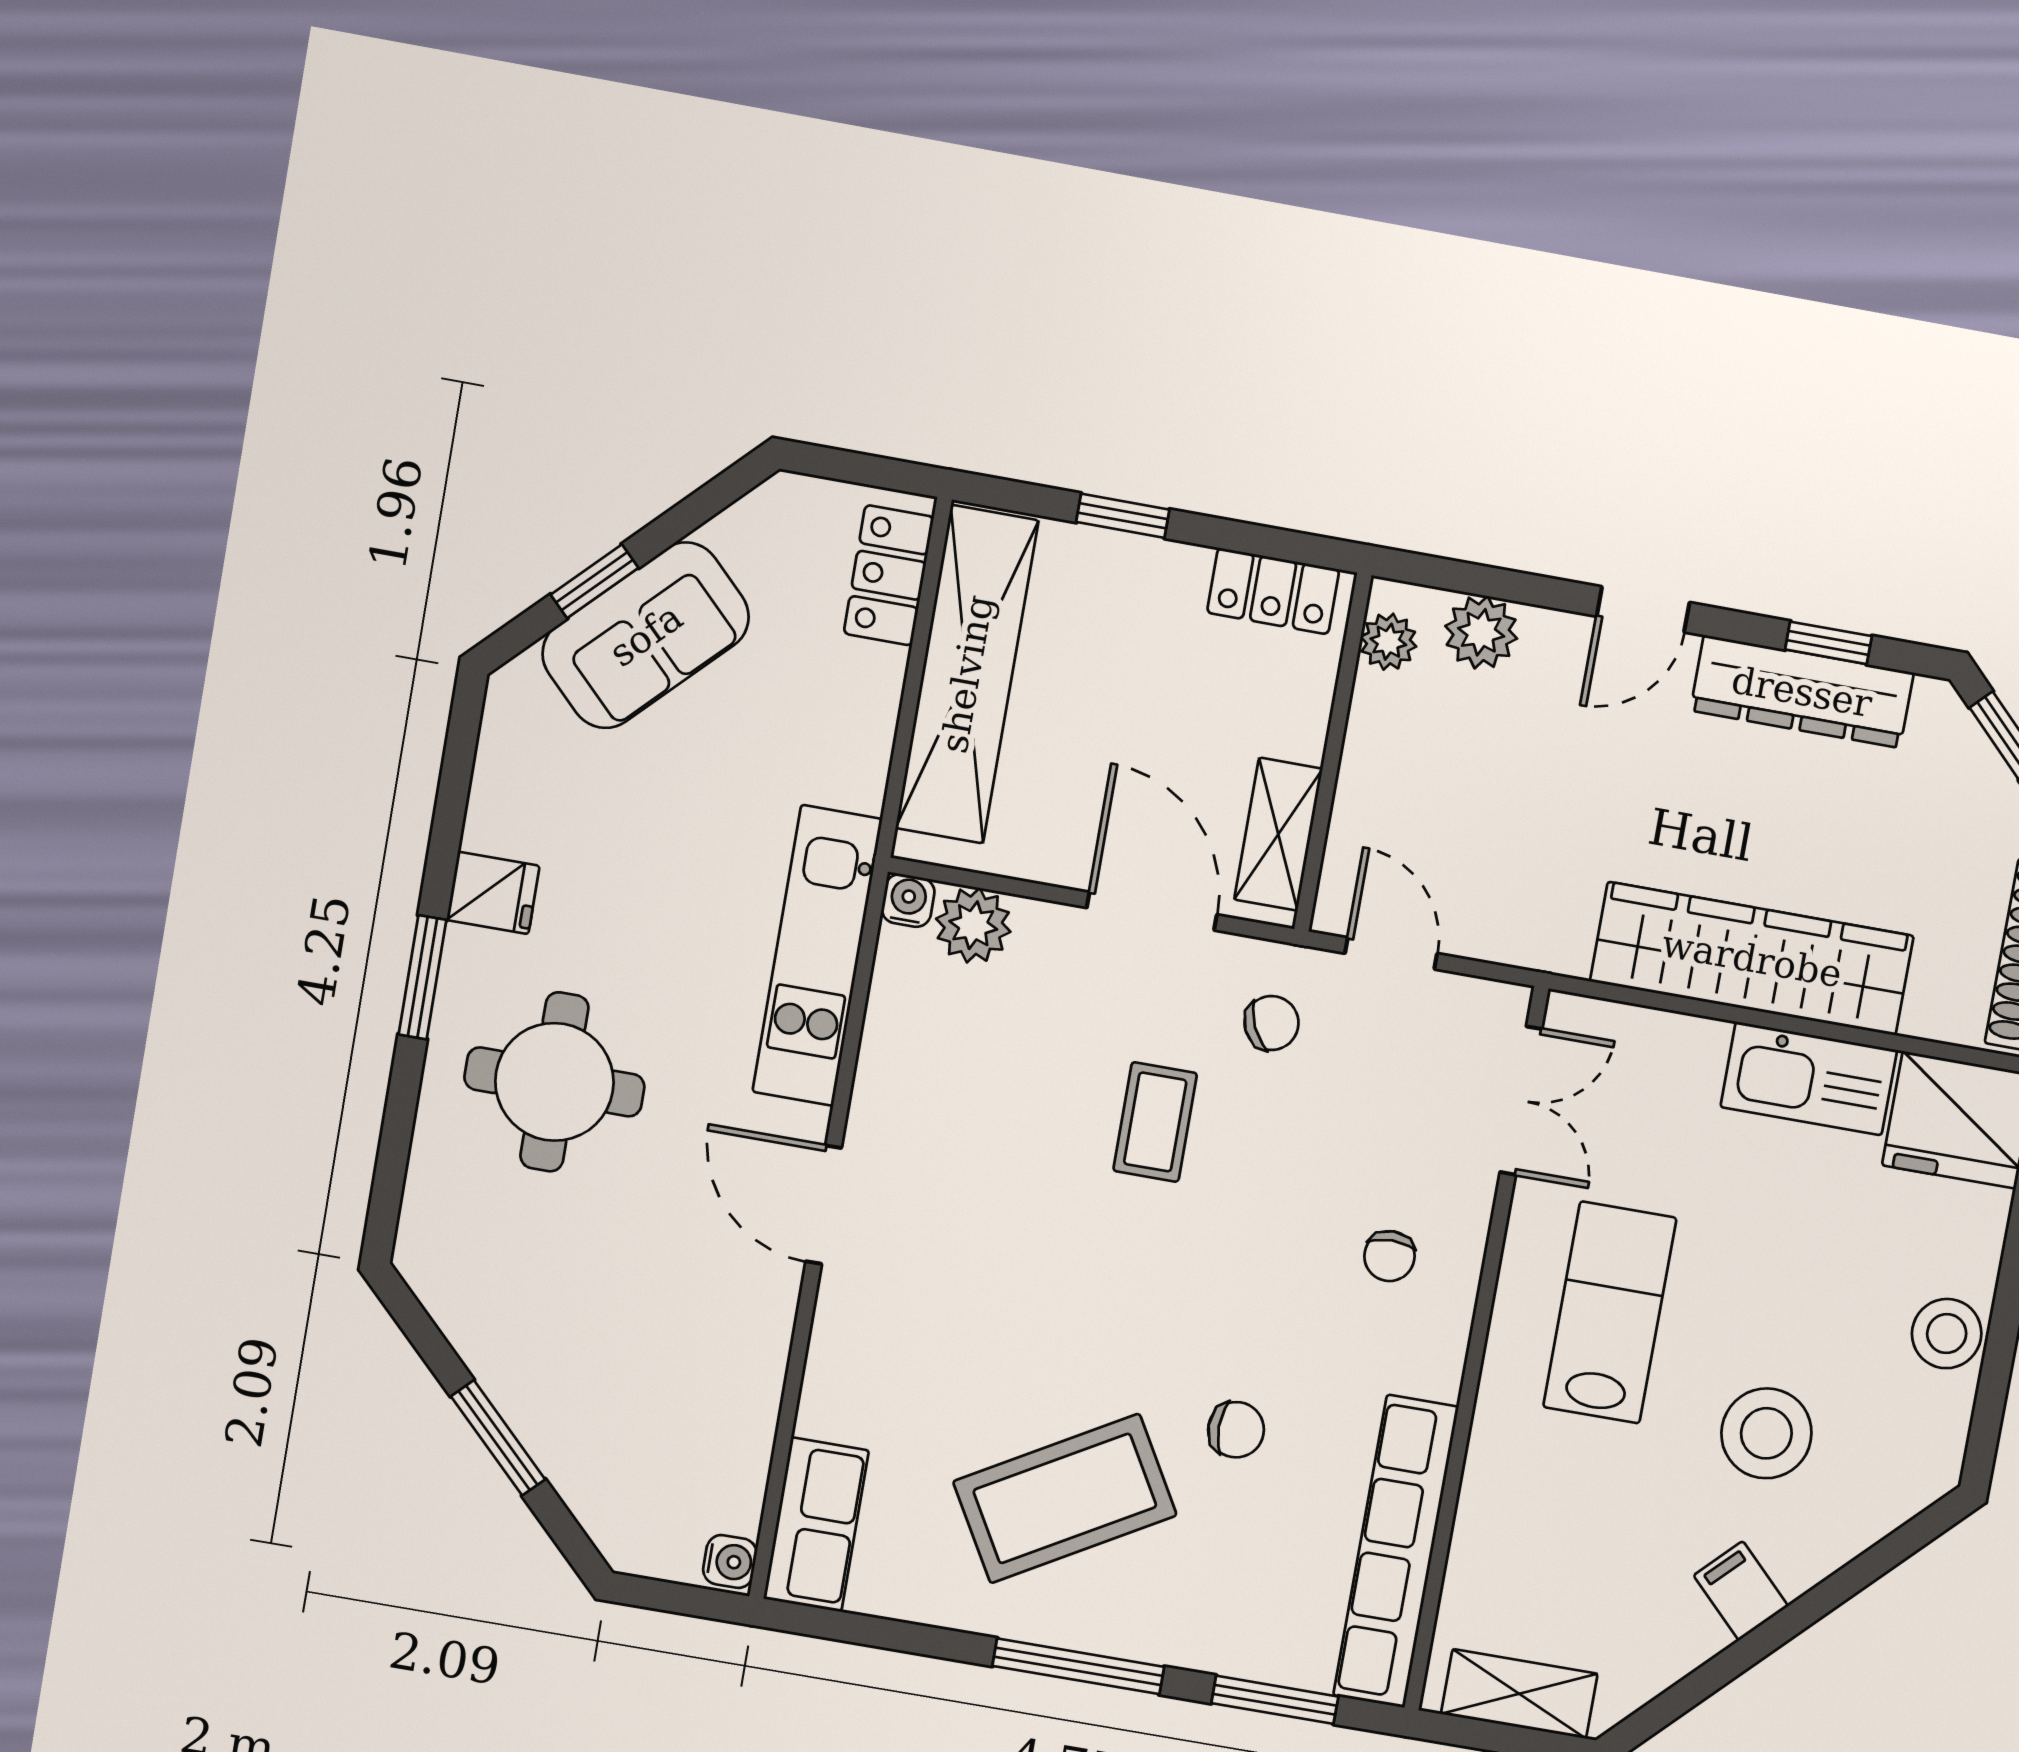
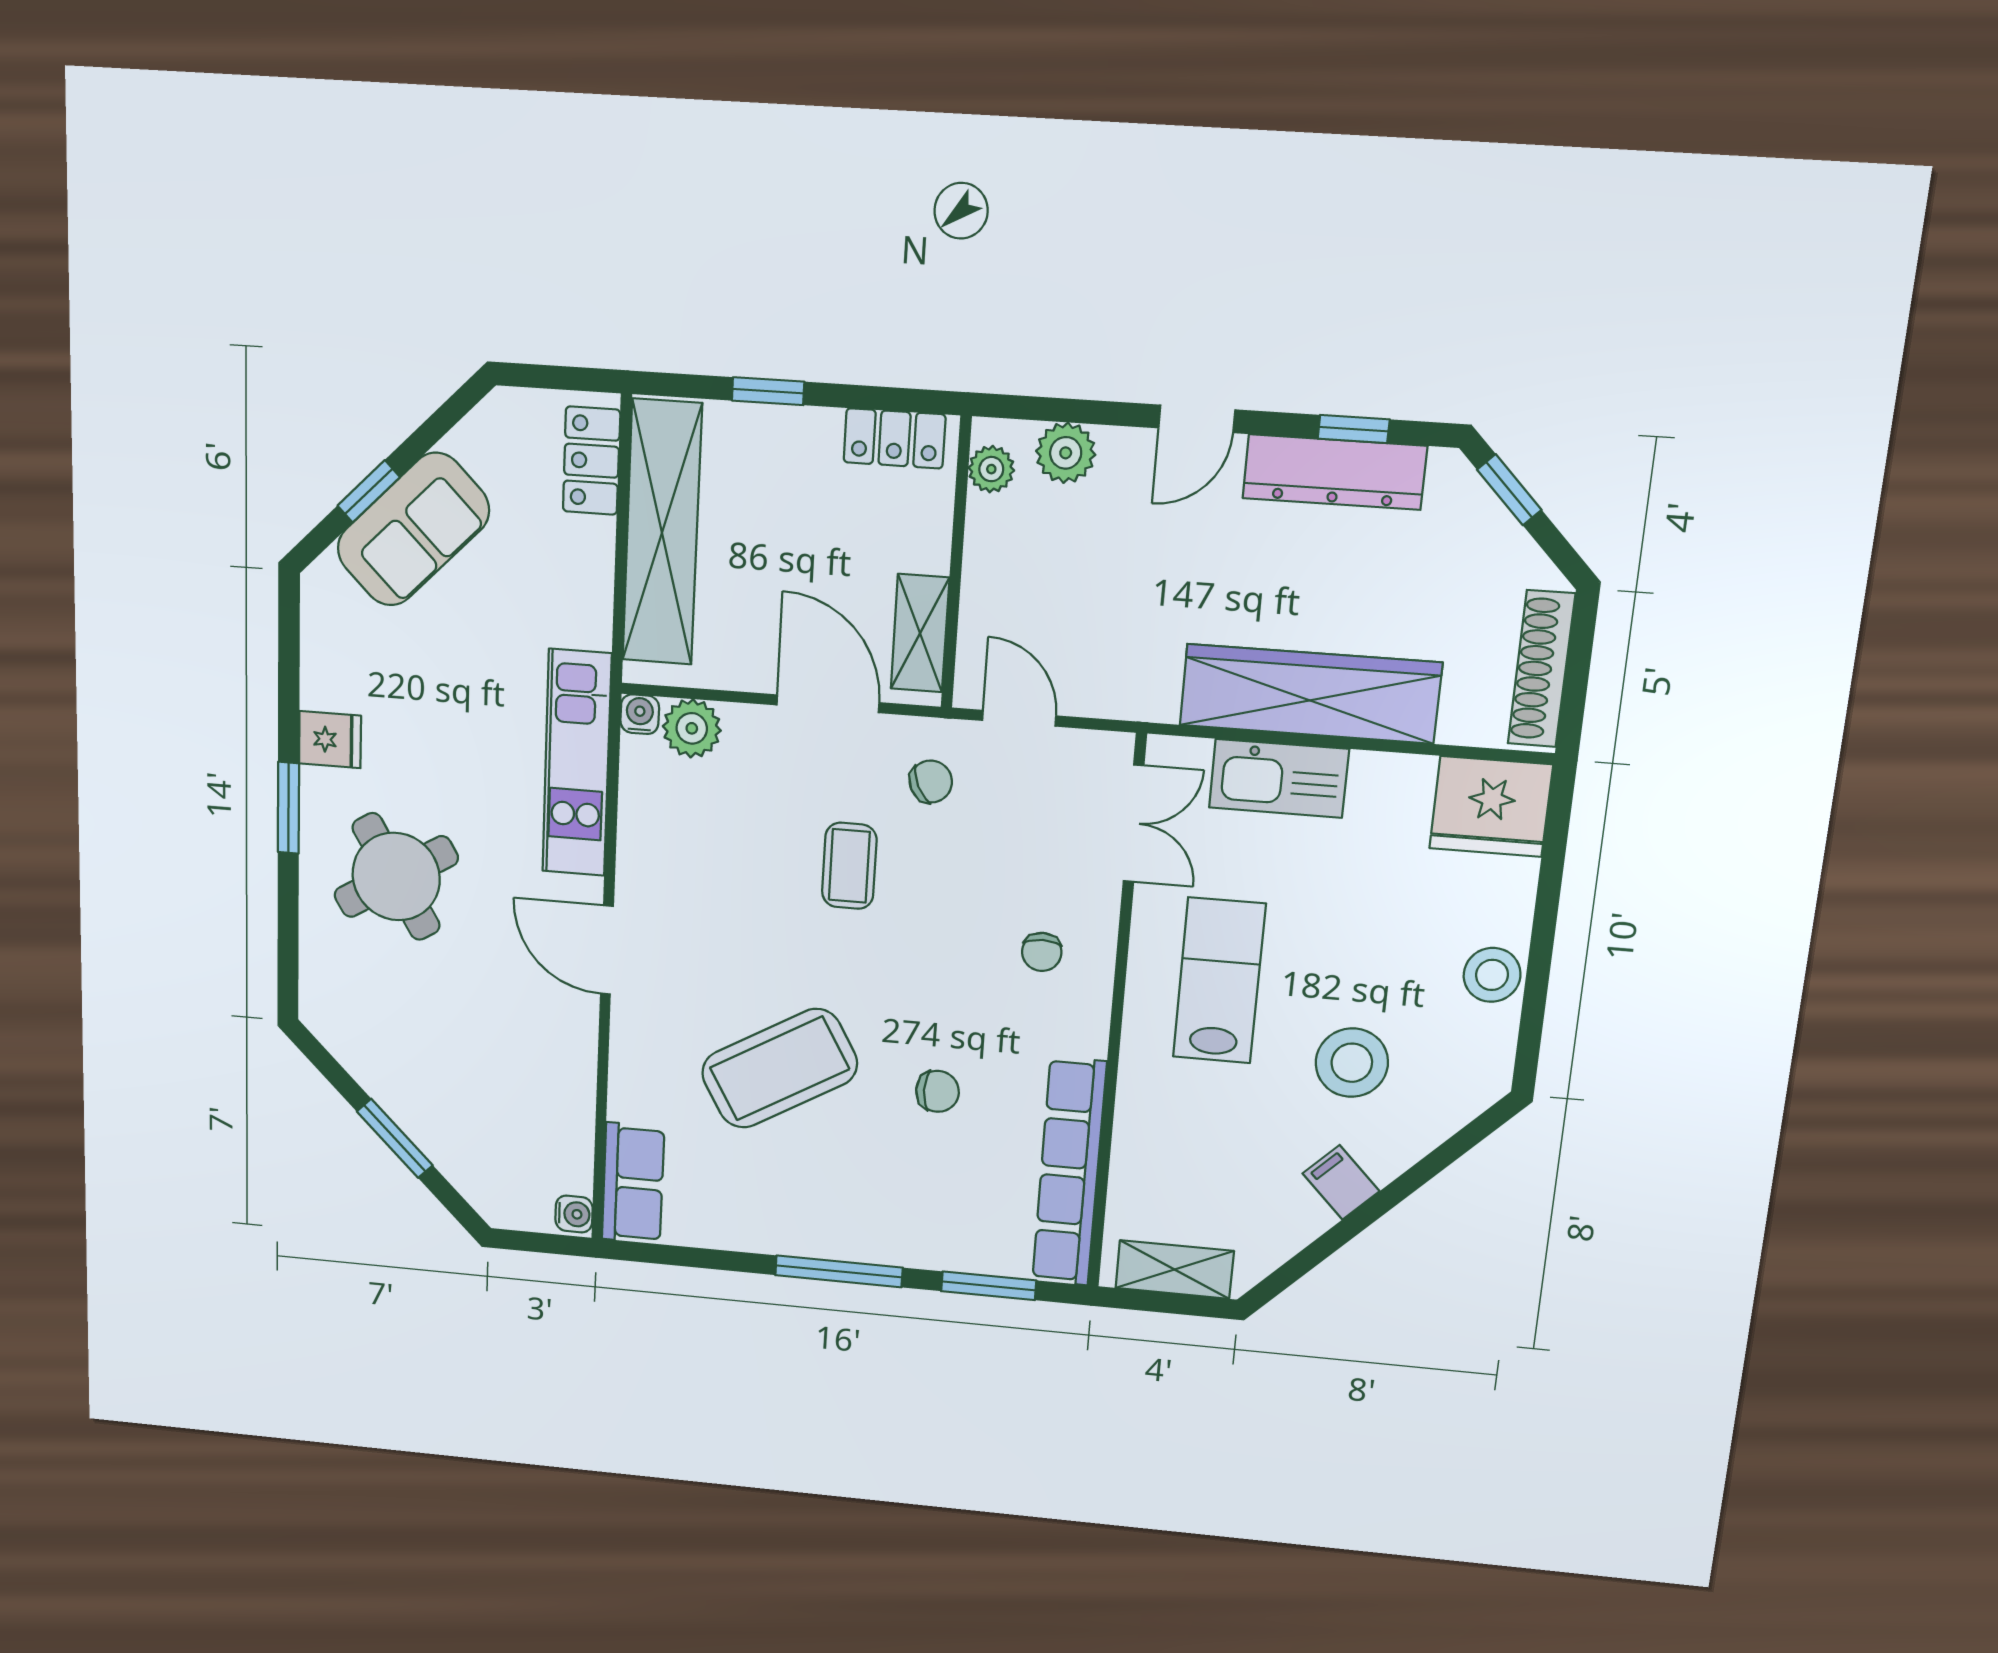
kitchen sink: (1809, 1079) -> (1279, 778), moved
round table: (554, 1082) -> (396, 877), turned -31
coffee table: (1065, 1498) -> (779, 1068), moved

